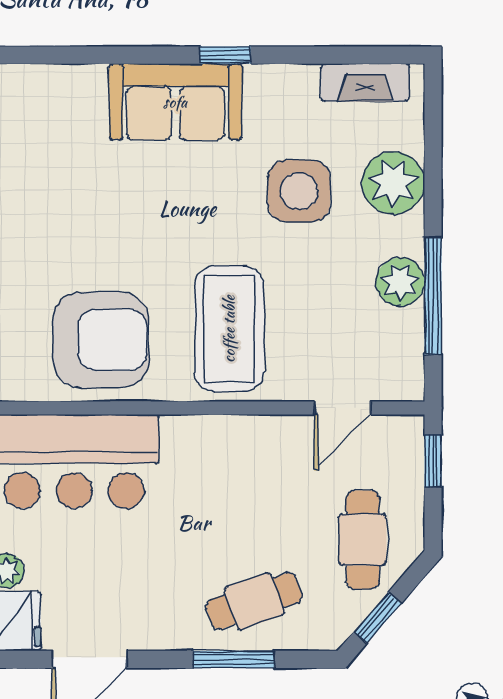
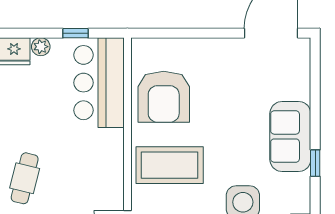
cafe table: (254, 601) -> (25, 178), turned 33

